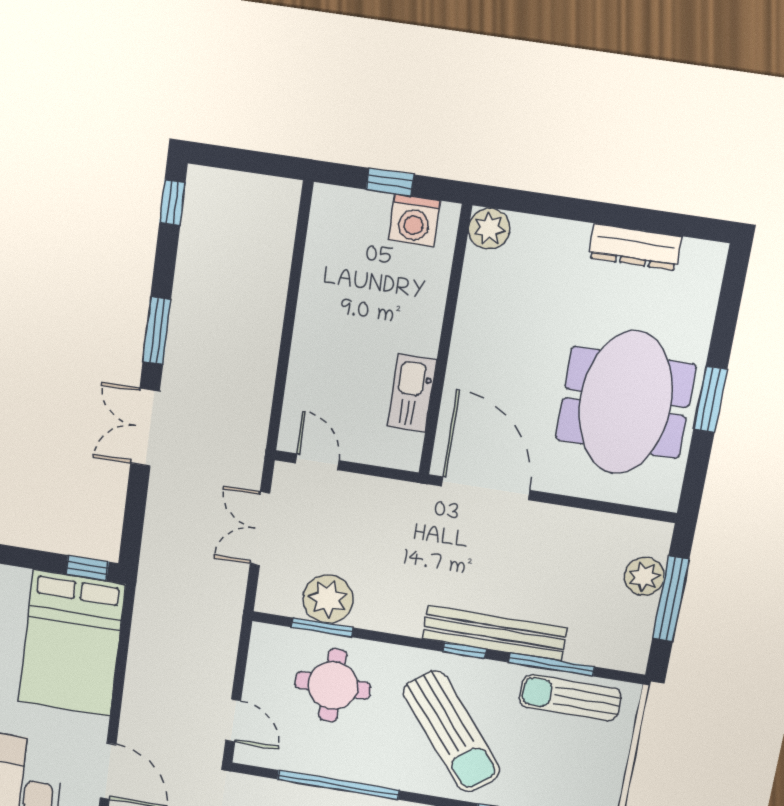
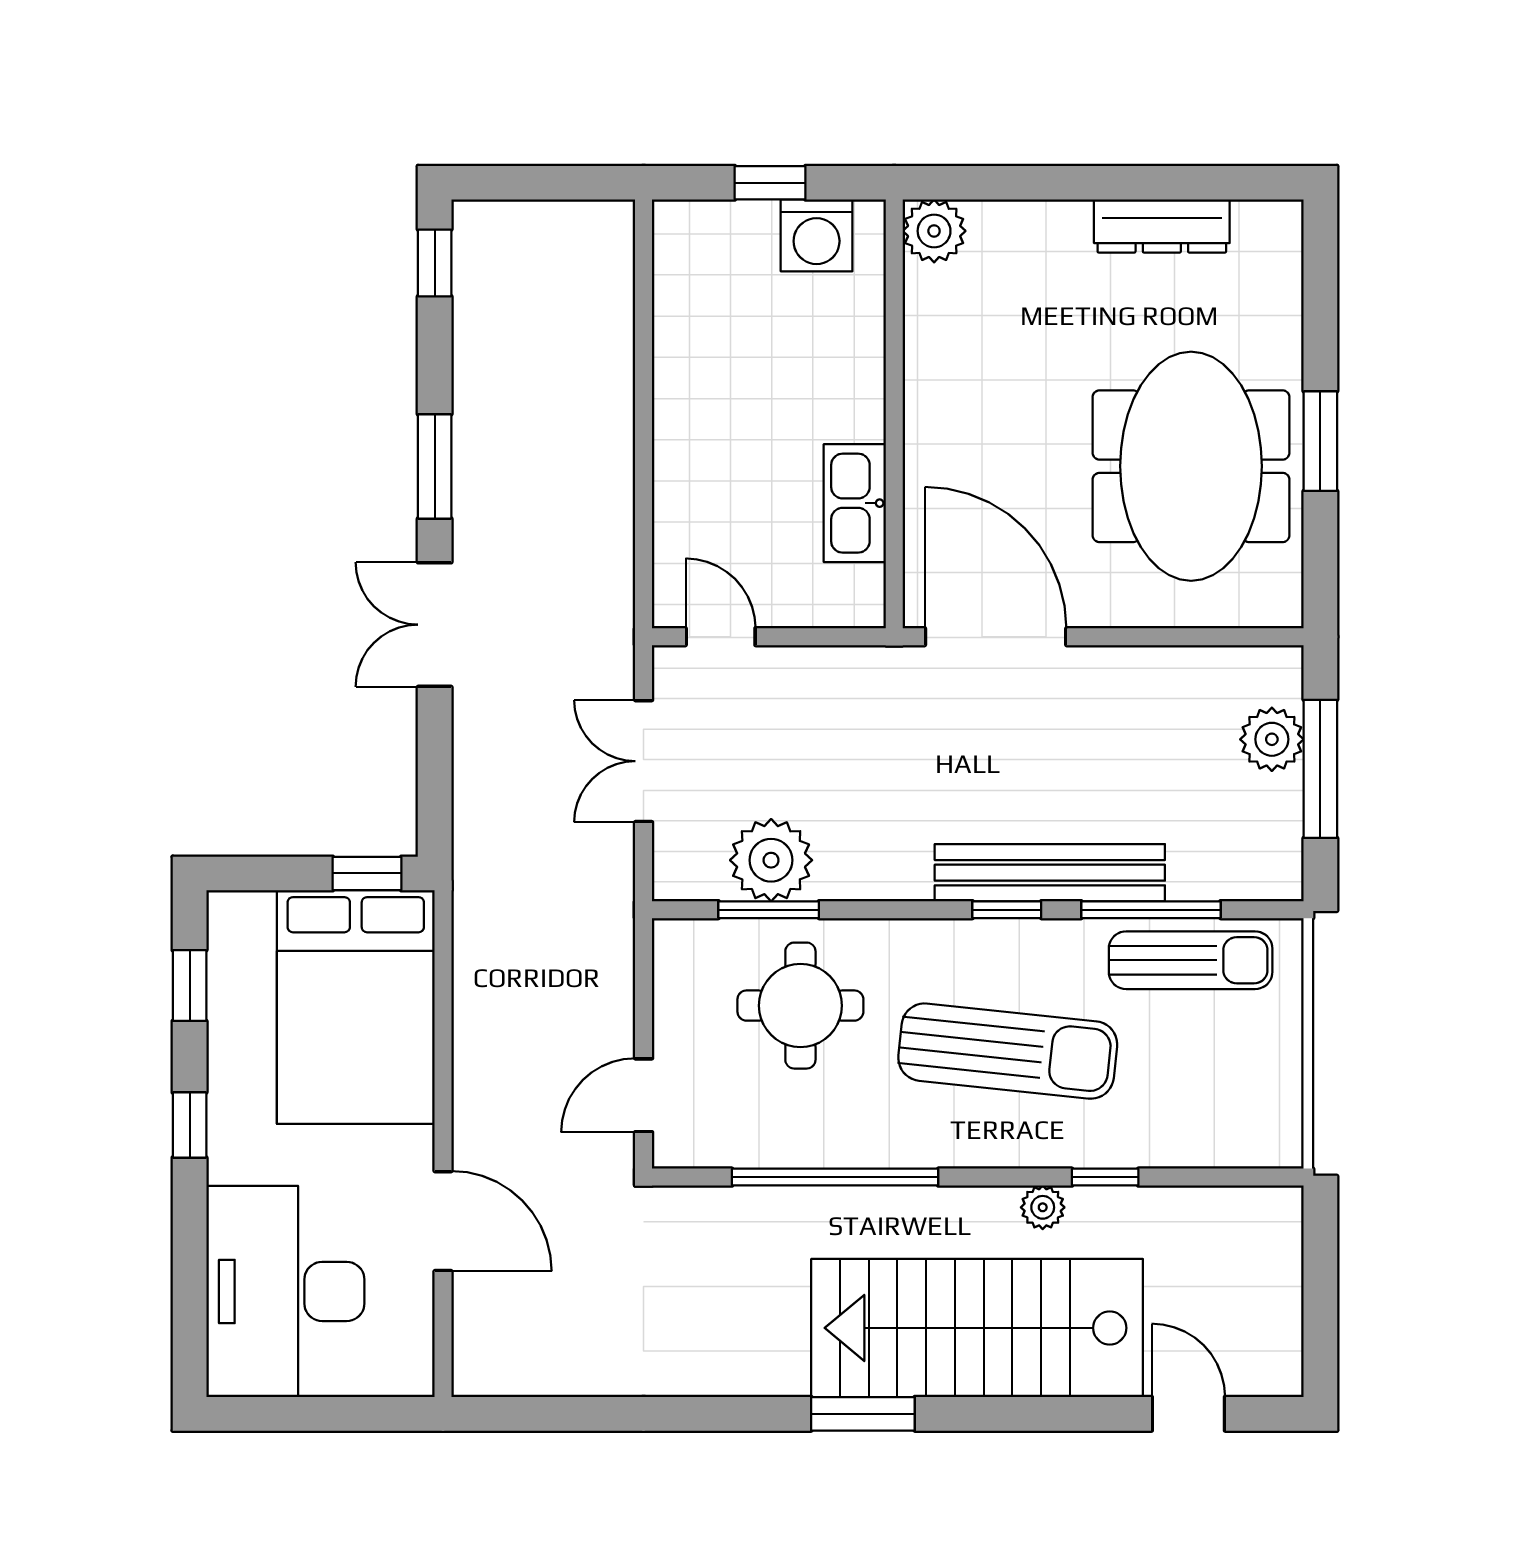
sun lounger: (570, 698) -> (1191, 960), turned 180
door: (233, 721) -> (644, 1095), swing flipped
sun lounger: (452, 731) -> (1008, 1051), turned -45

